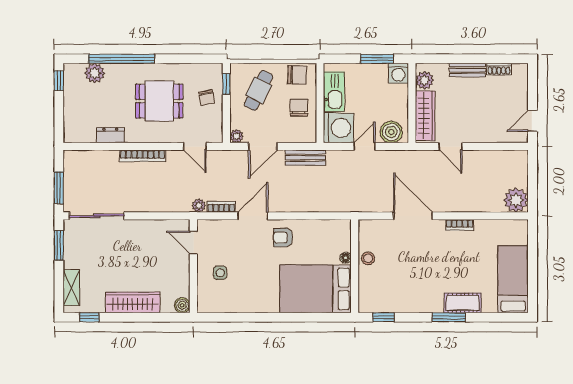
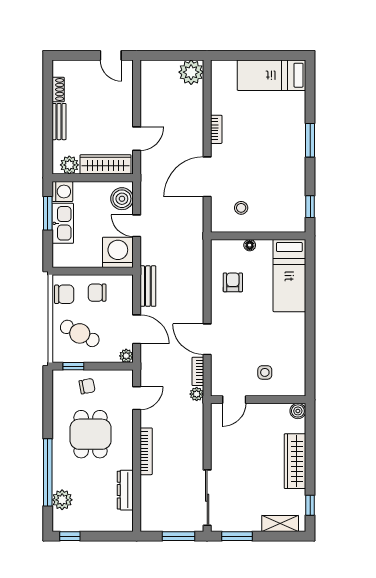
chair: (297, 75) -> (64, 294), turned 88
kitchen sink: (334, 92) -> (63, 223), moved, turned 90
dresser: (110, 135) -> (125, 490), width x1.44
armchair: (283, 237) -> (233, 282), moved, turned 180
stool: (368, 258) -> (241, 208), moved
bed: (316, 289) -> (289, 276), width x0.67
cot: (463, 303) -> (296, 126), removed

